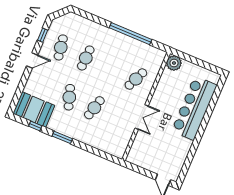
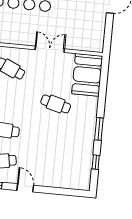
cafe table: (69, 97) -> (53, 135), removed
booth: (34, 110) -> (87, 75), moved

